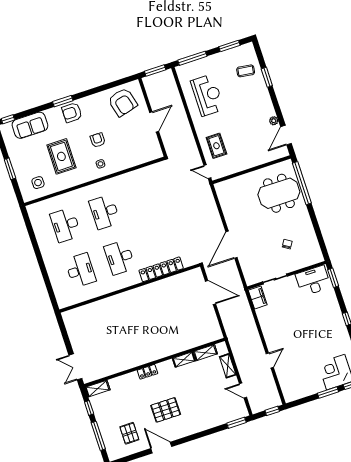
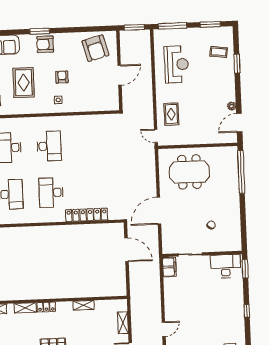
meeting table: (279, 193) -> (189, 172), moved
desk: (105, 212) -> (49, 146), turned 180
shelving: (205, 353) -> (25, 308), moved

